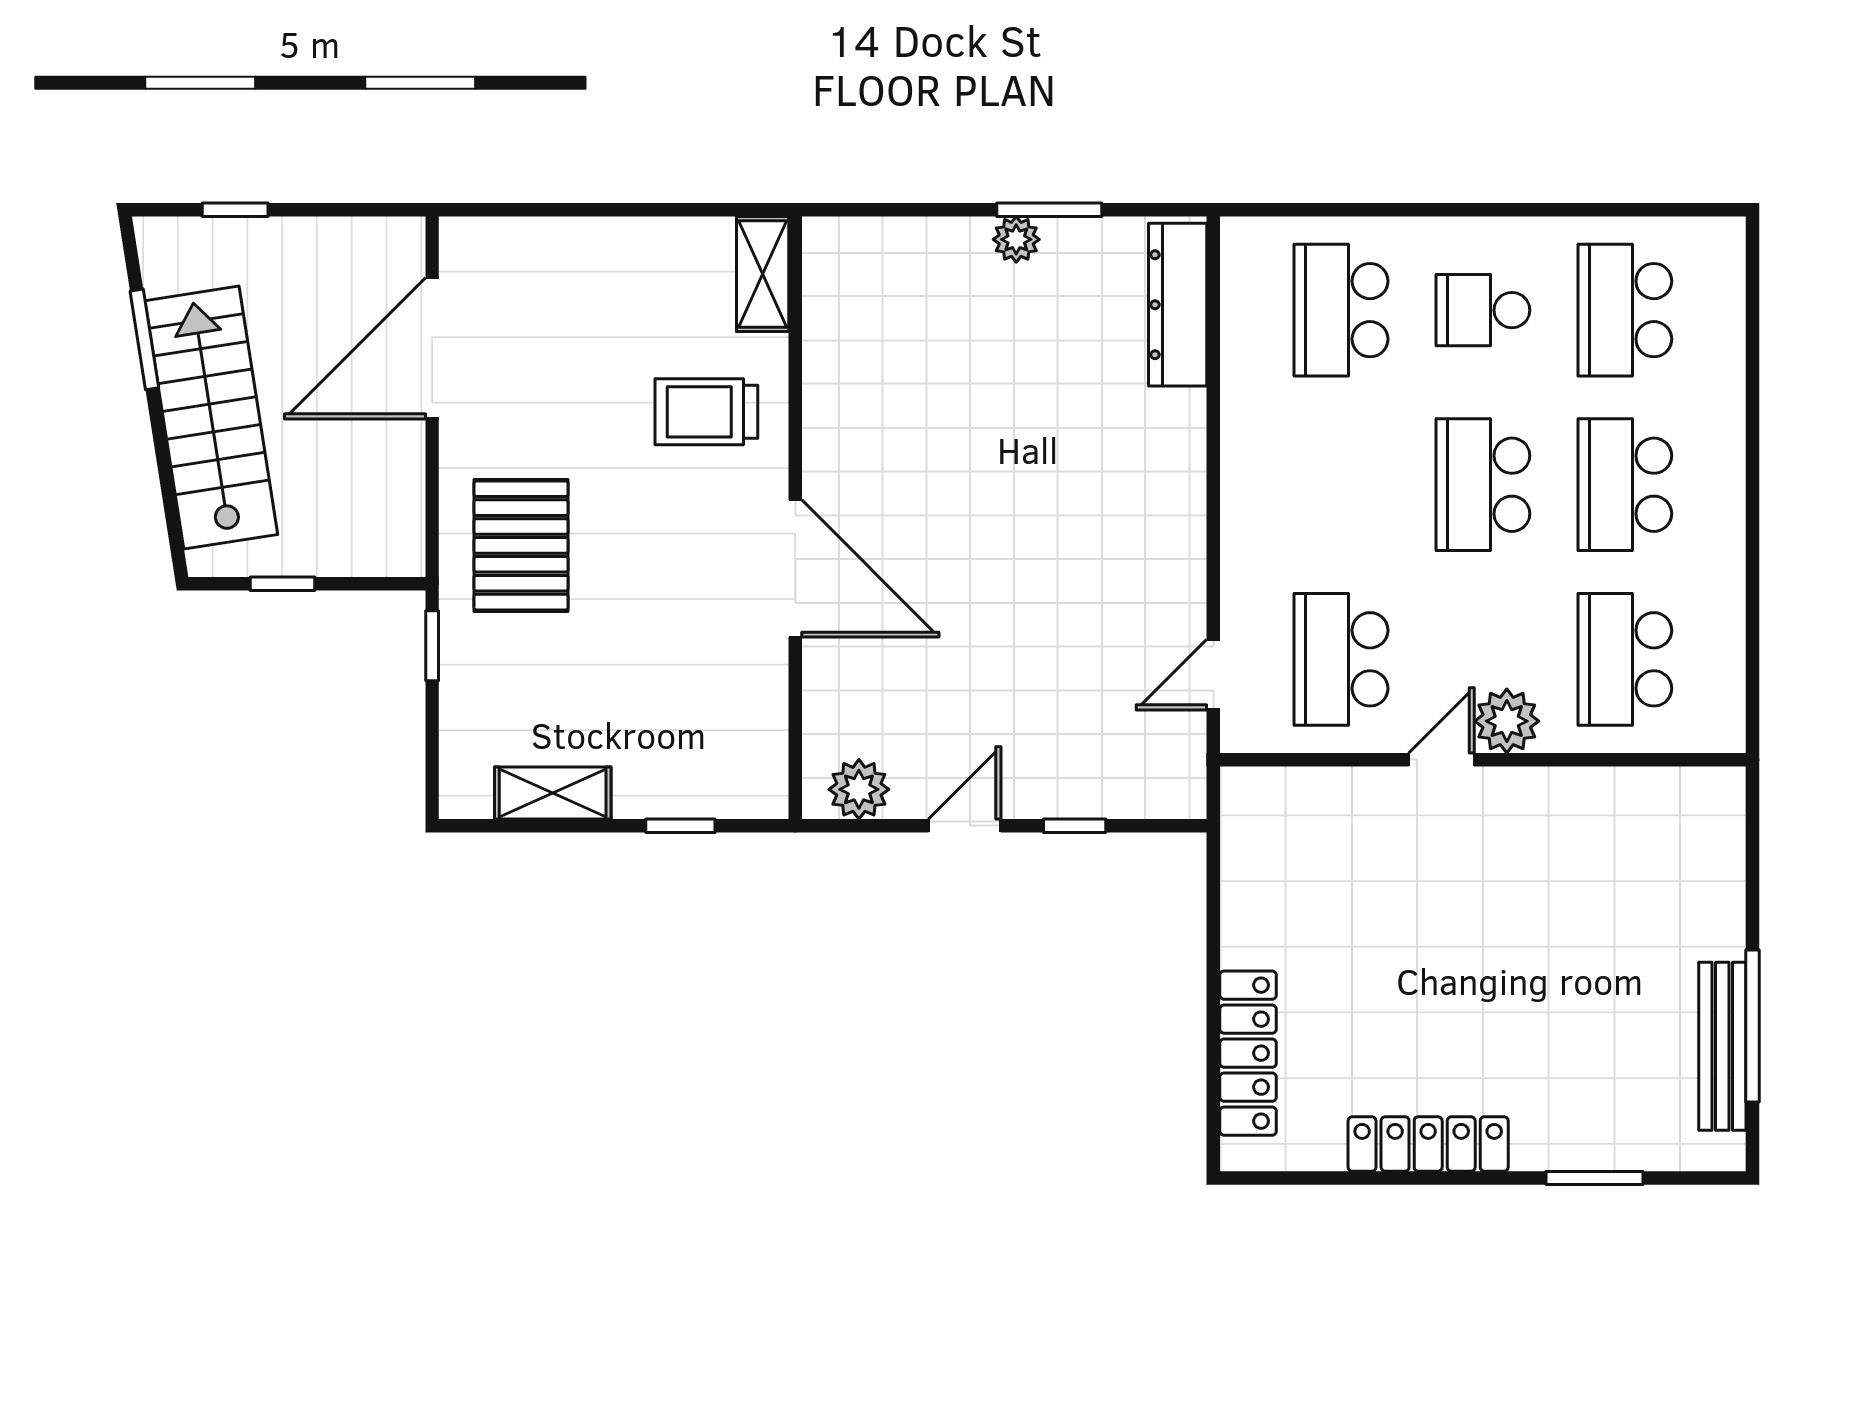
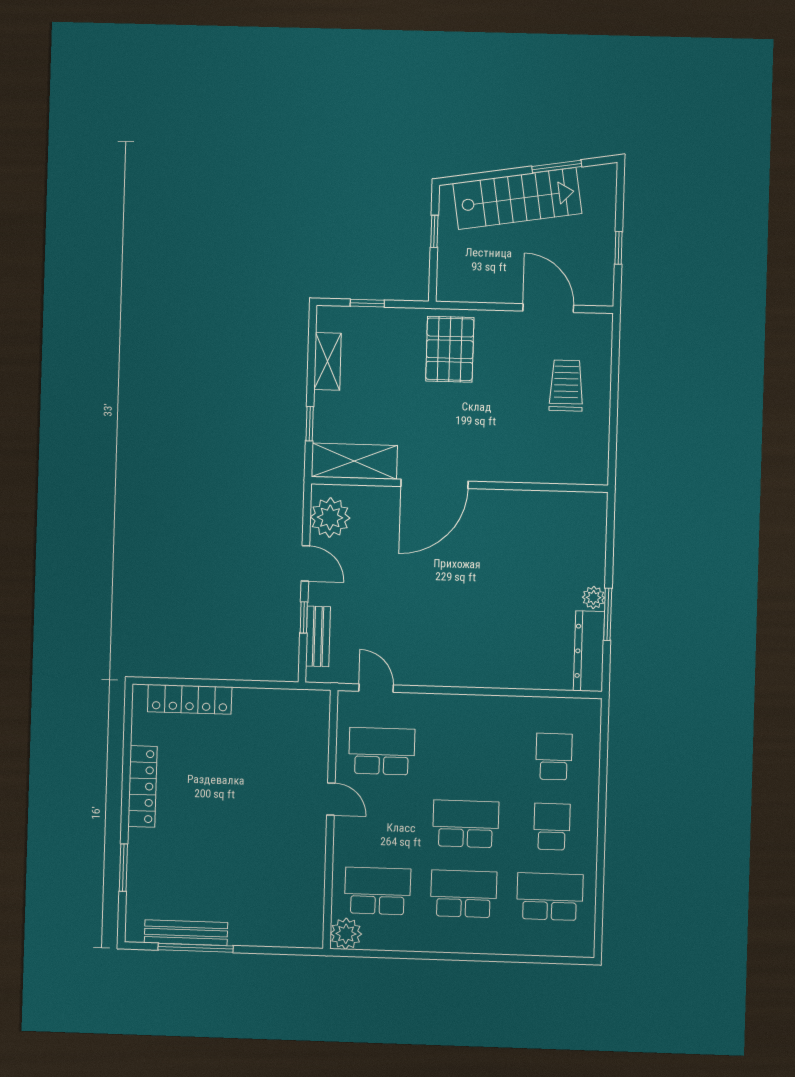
window: (235, 210) -> (618, 248), moved
shelving: (763, 274) -> (354, 461), moved, width x1.50, depth x1.33
dresser: (1178, 305) -> (589, 651), moved, turned -90
school desk: (1341, 310) -> (554, 757), width x0.54
door: (432, 348) -> (548, 308), width x0.73
trolley: (706, 412) -> (566, 386), moved
pallet: (521, 545) -> (450, 349), turned 90
window: (432, 646) -> (367, 303), moved
plant: (1507, 721) -> (346, 934), moved
plant: (859, 789) -> (330, 517), width x1.36, depth x1.36
bench: (1112, 796) -> (318, 636), added

